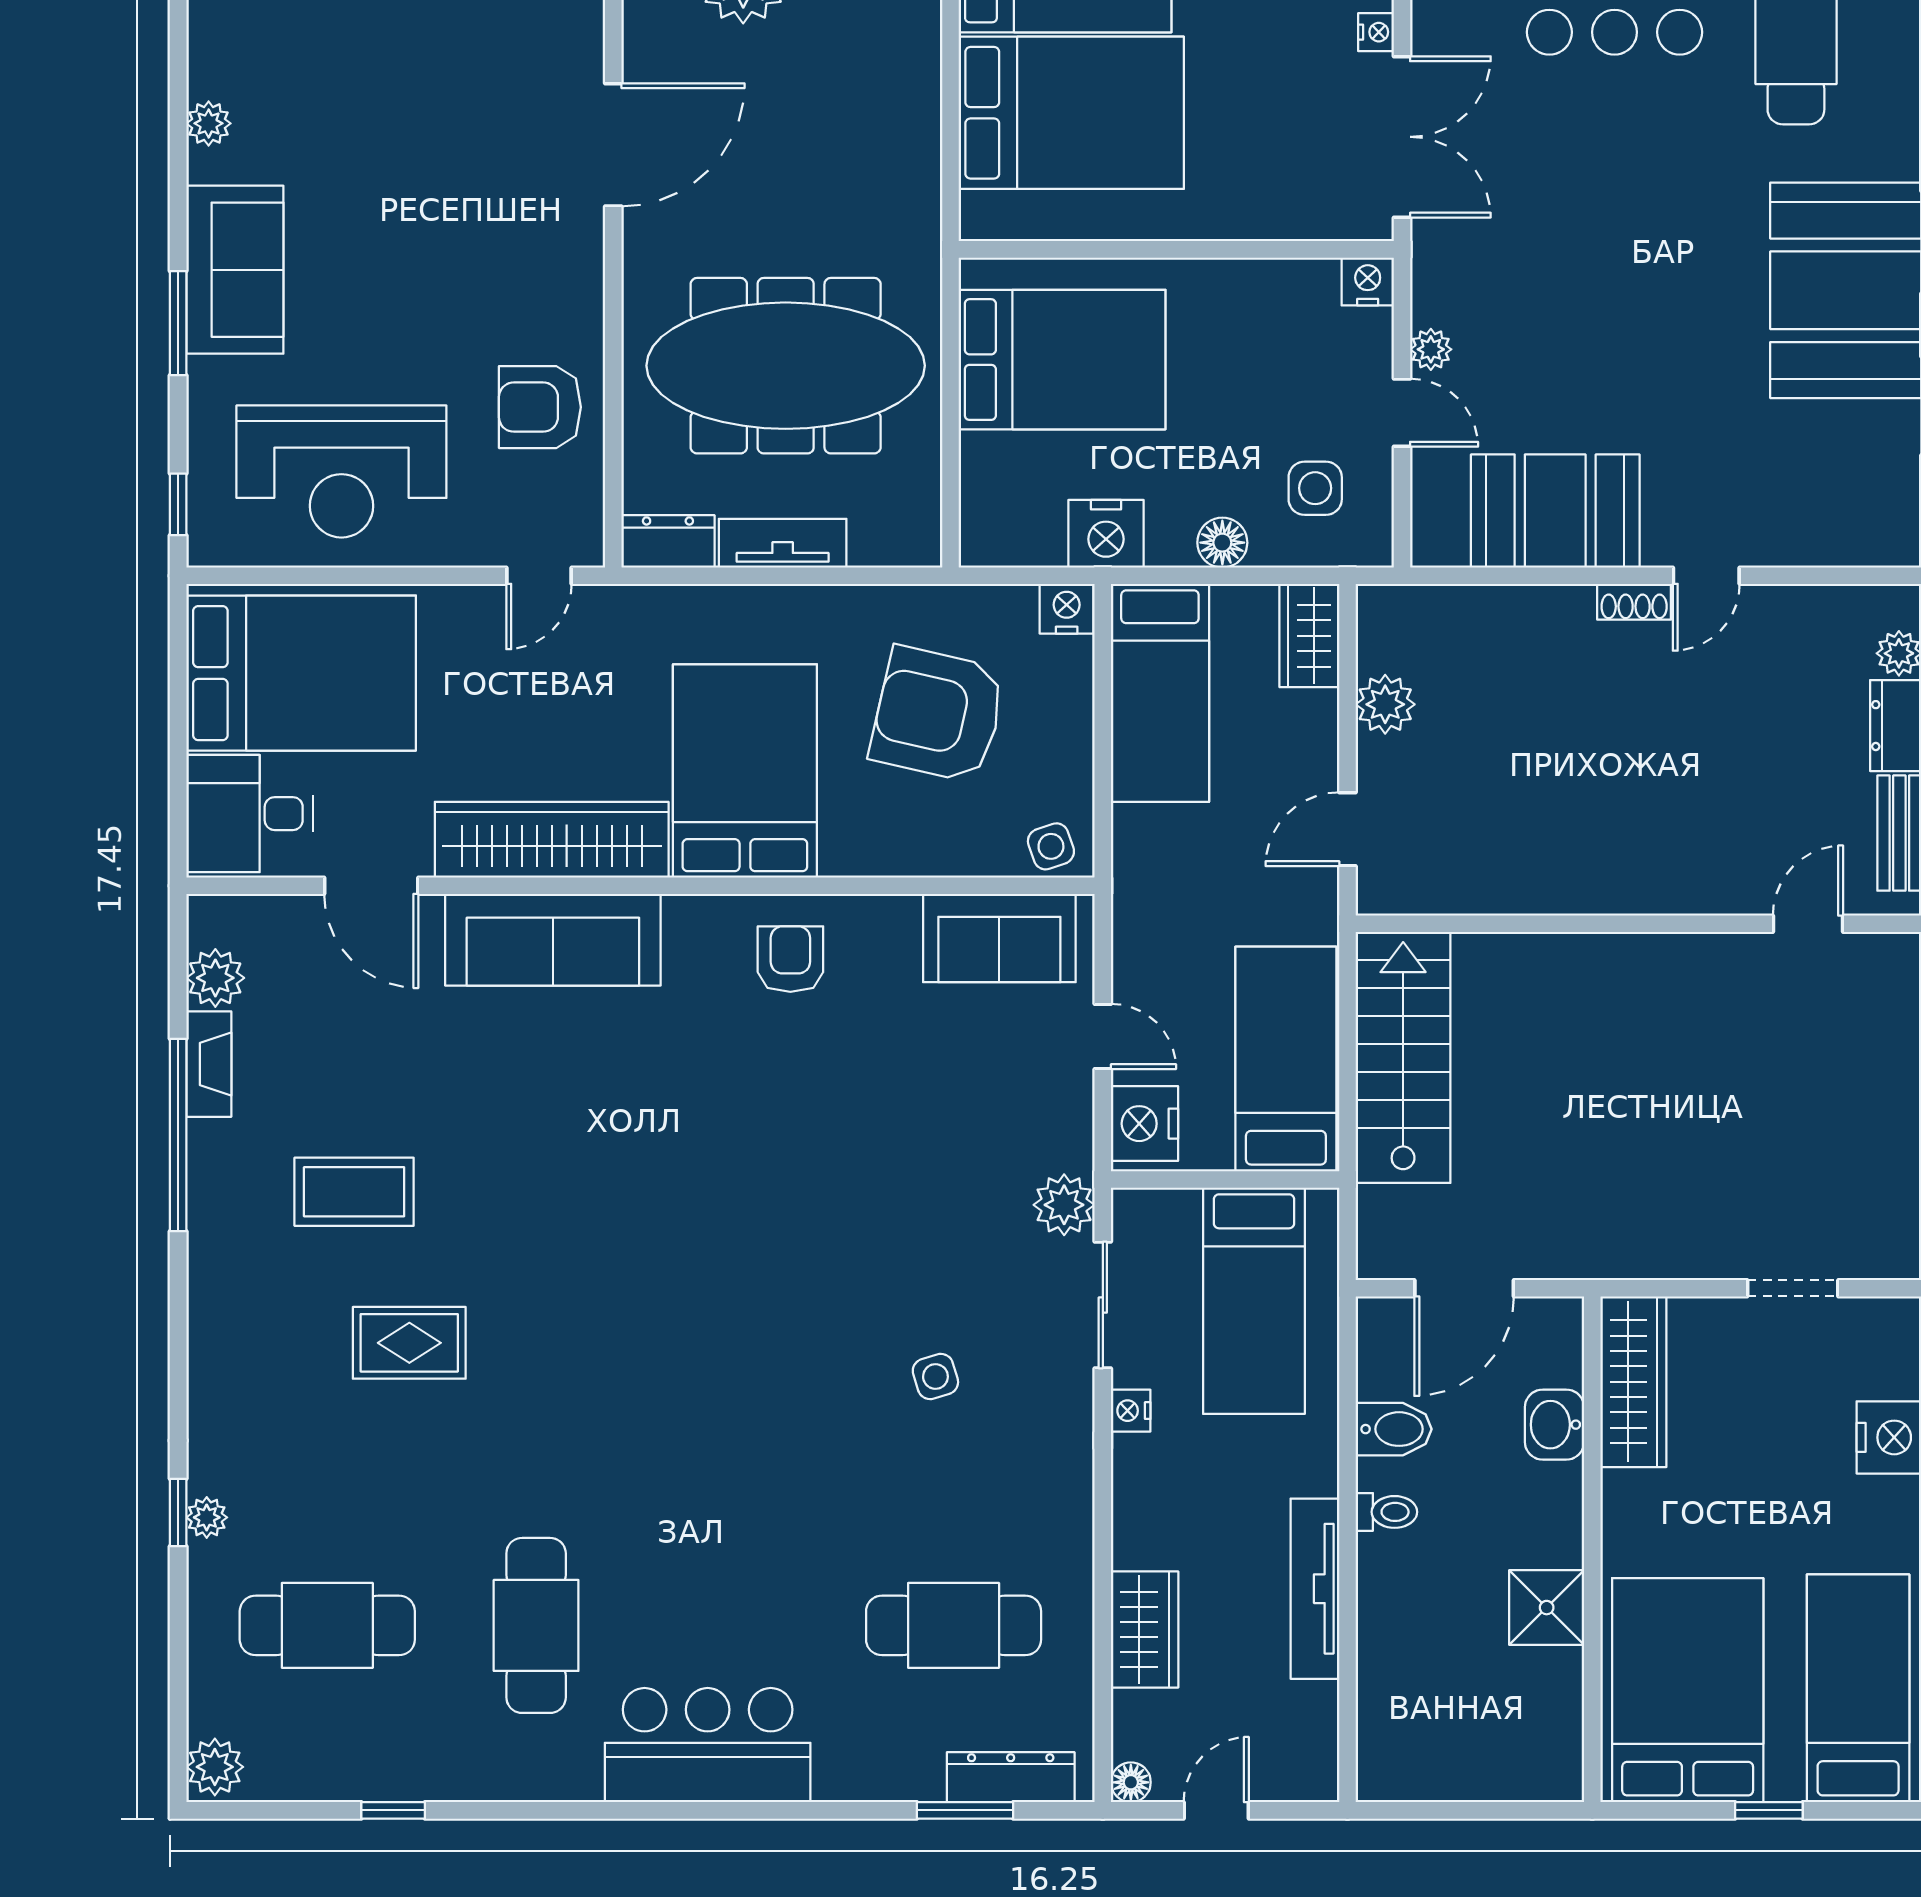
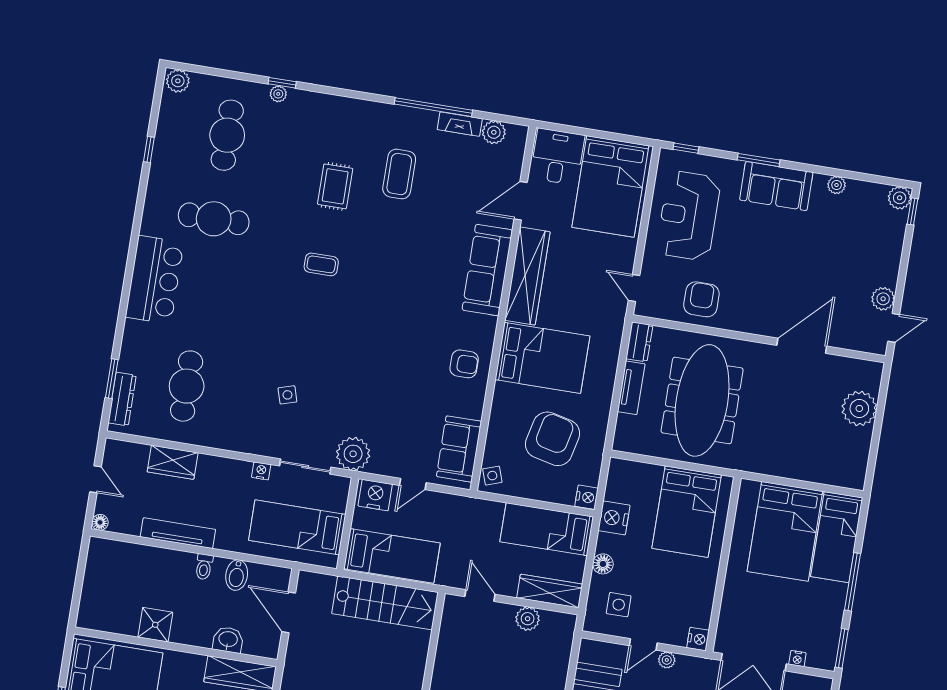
door: (613, 145) -> (802, 346), swing flipped
wardrobe: (1309, 636) -> (550, 591), width x1.50
plant: (1064, 1205) -> (353, 454), width x1.36, depth x1.36
coffee table: (605, 1346) -> (321, 264), added
floor lamp: (1131, 1782) -> (100, 522), moved

